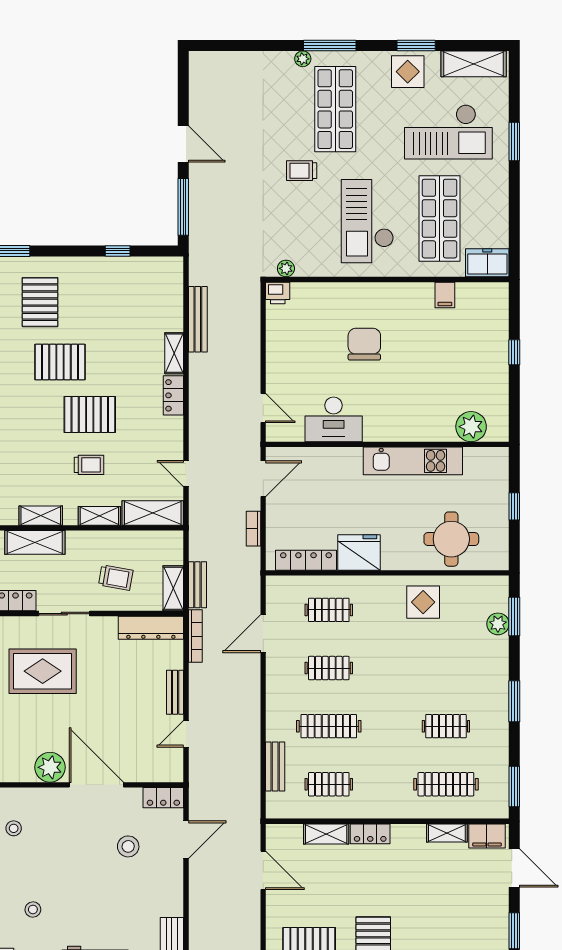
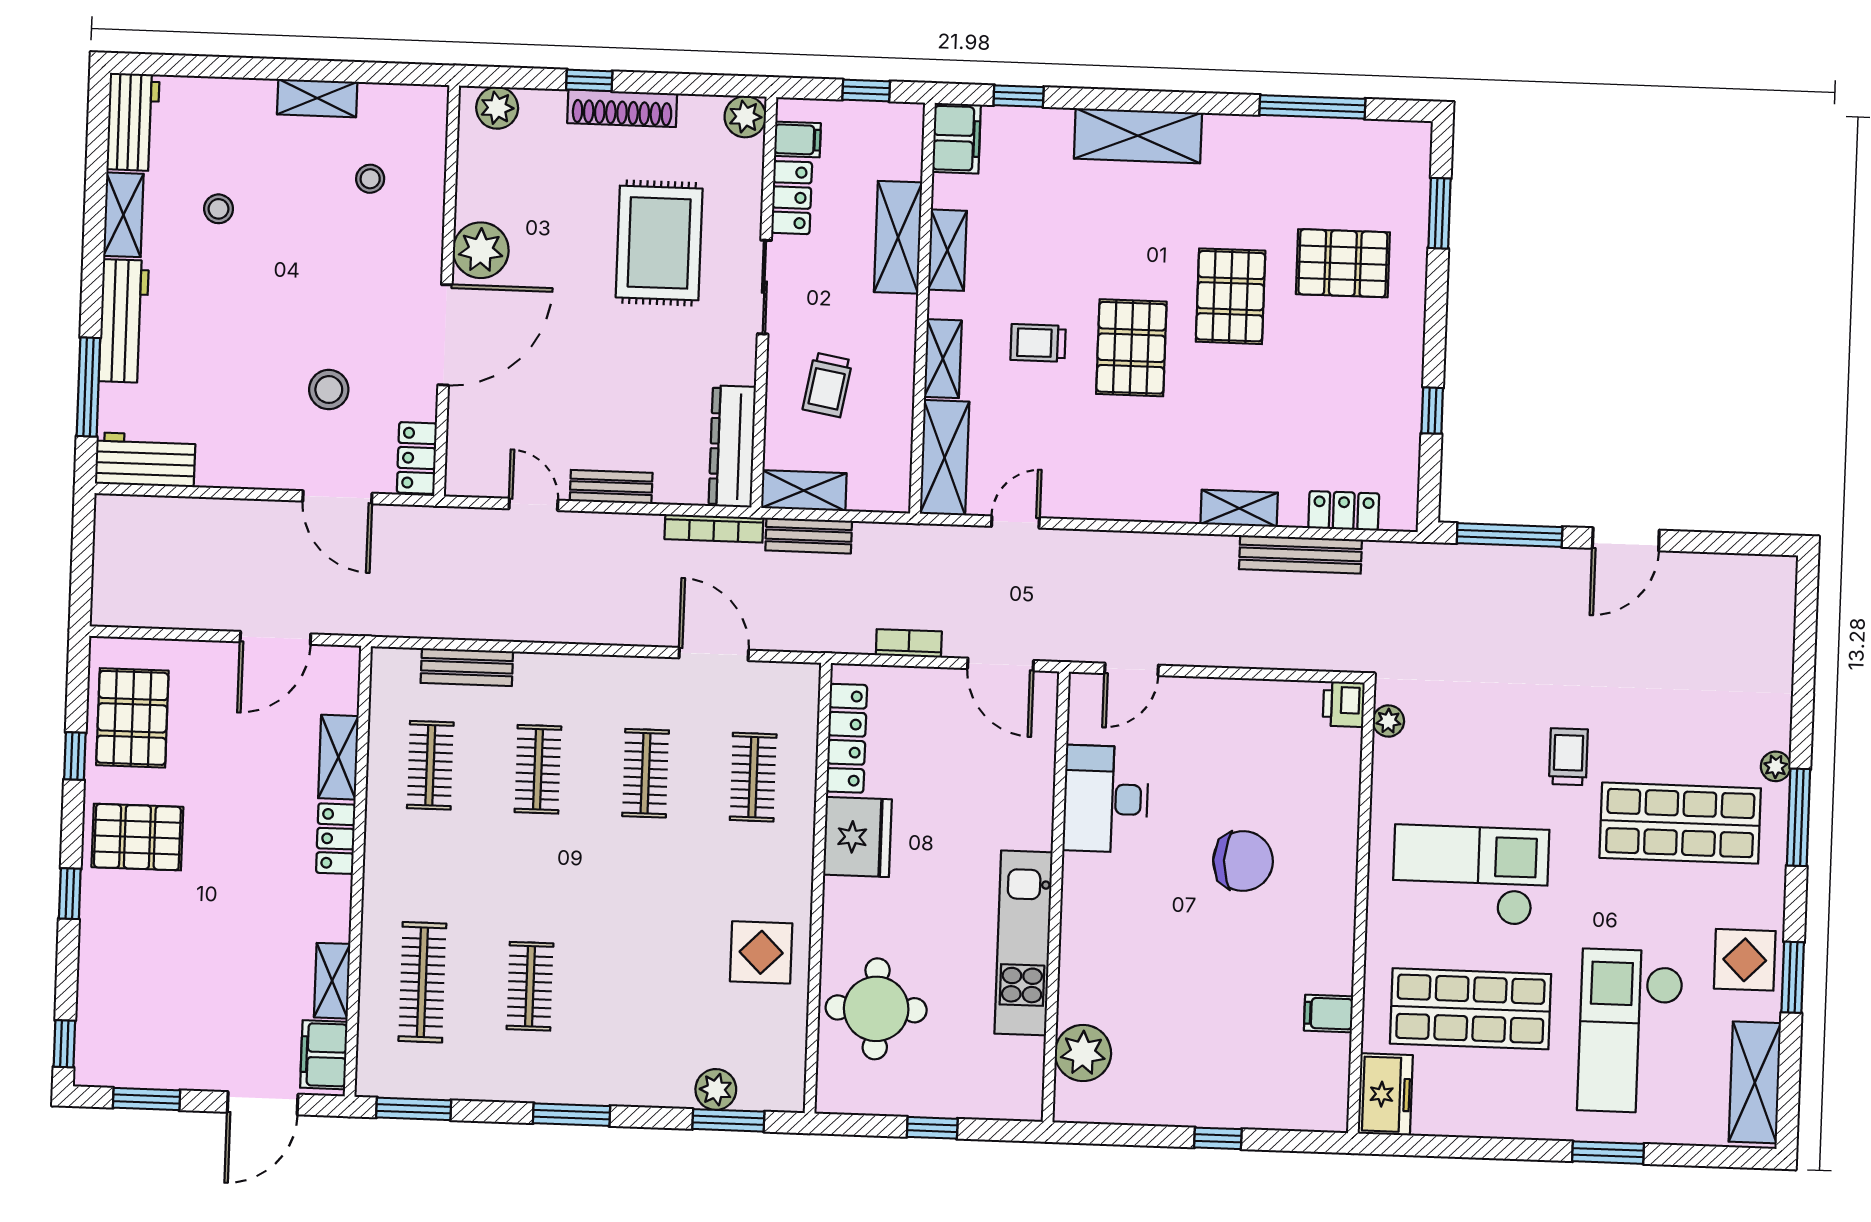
locker: (173, 395) -> (1344, 511), moved
trolley: (89, 465) -> (1038, 343), turned 90
clothes rail: (329, 726) -> (538, 769), width x0.73

